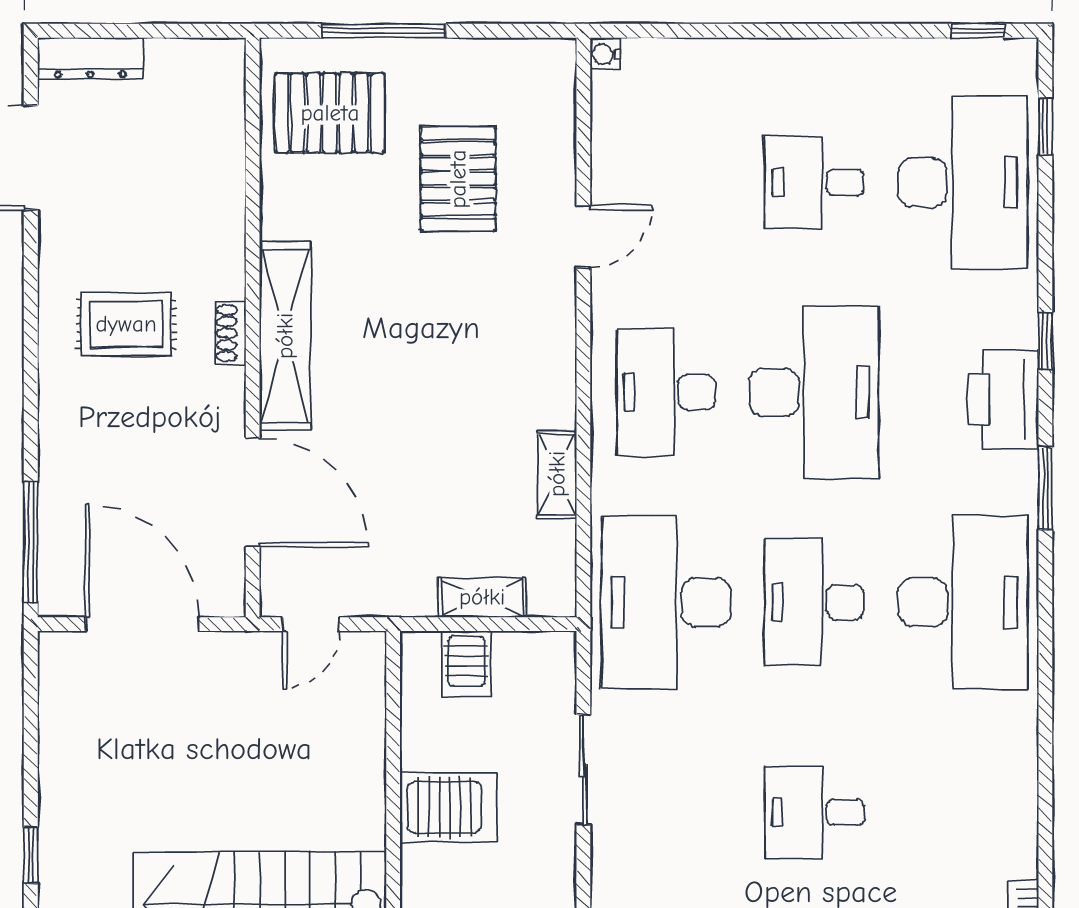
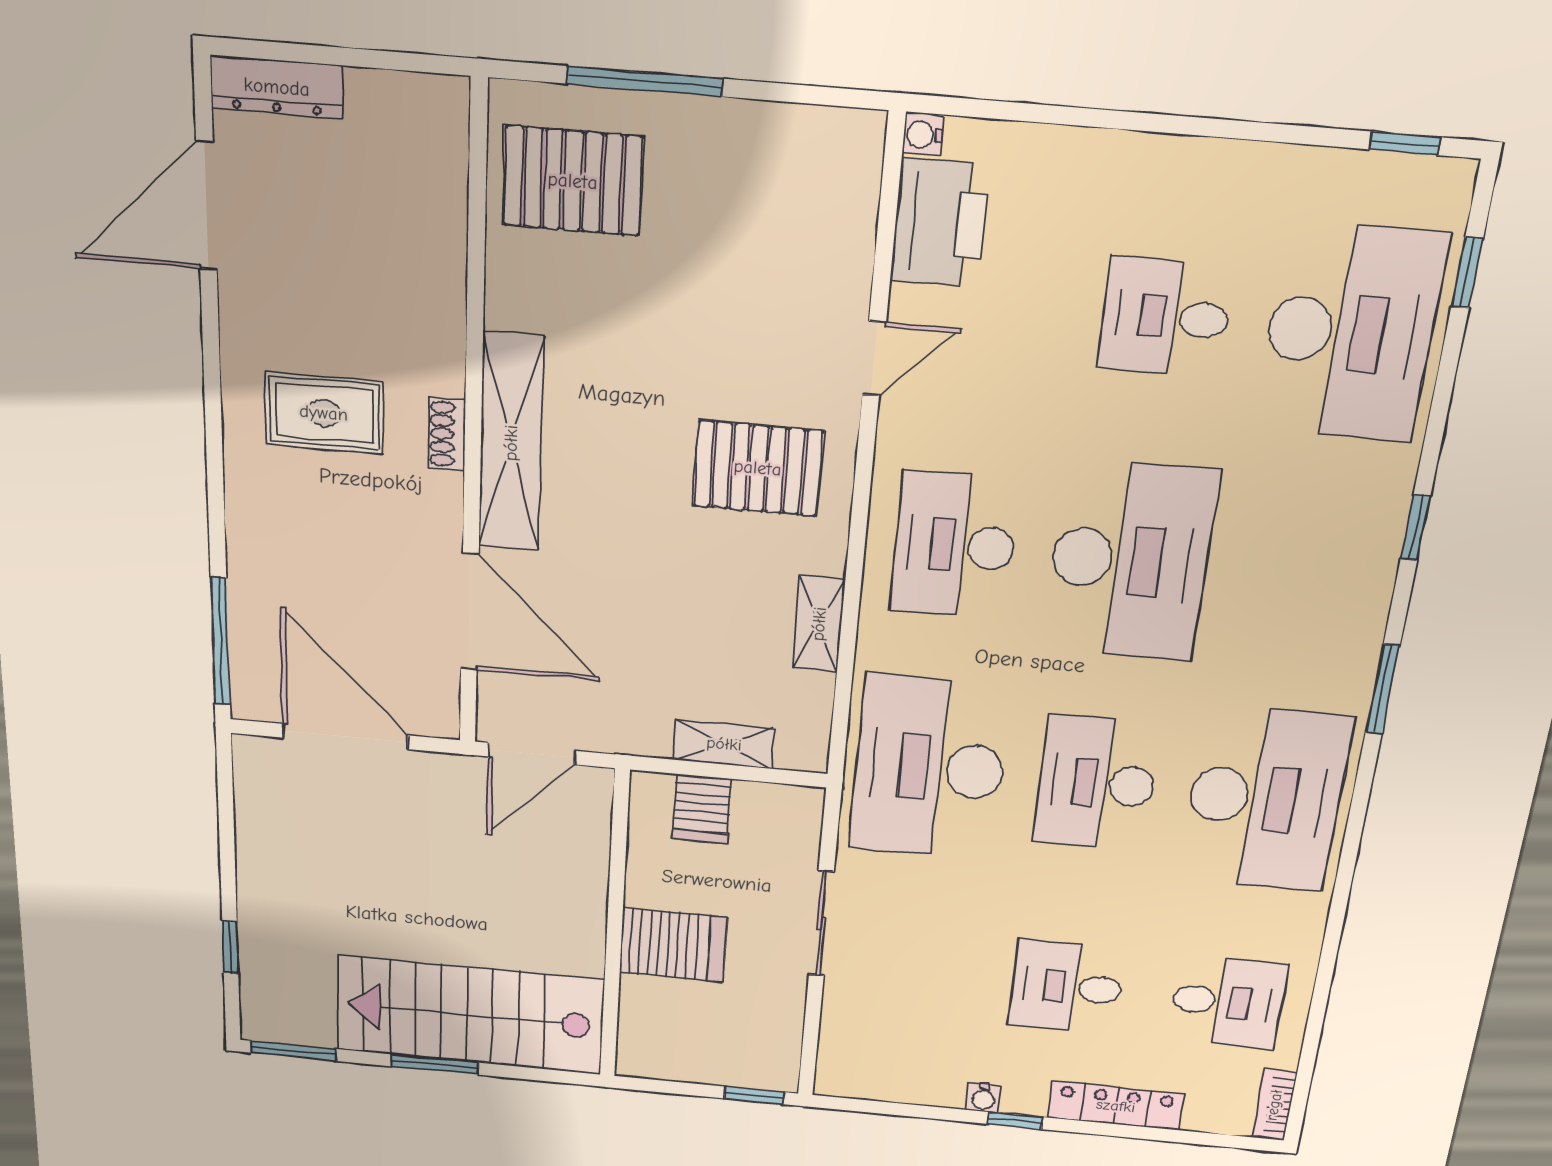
pallet: (458, 179) -> (758, 468), moved, turned 90
printer: (1003, 399) -> (940, 223), moved, turned 180
door: (311, 624) -> (532, 754), width x1.38
desk: (963, 812) -> (1228, 1002), added

